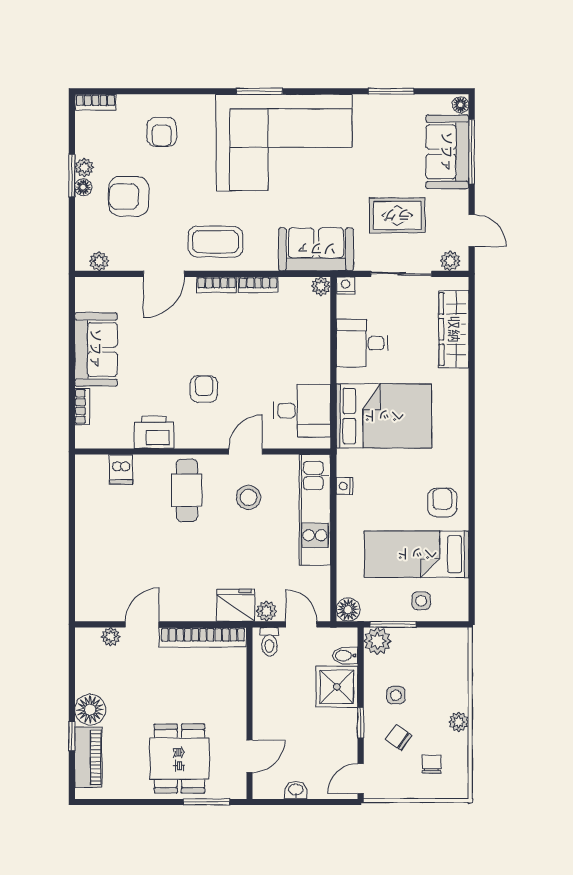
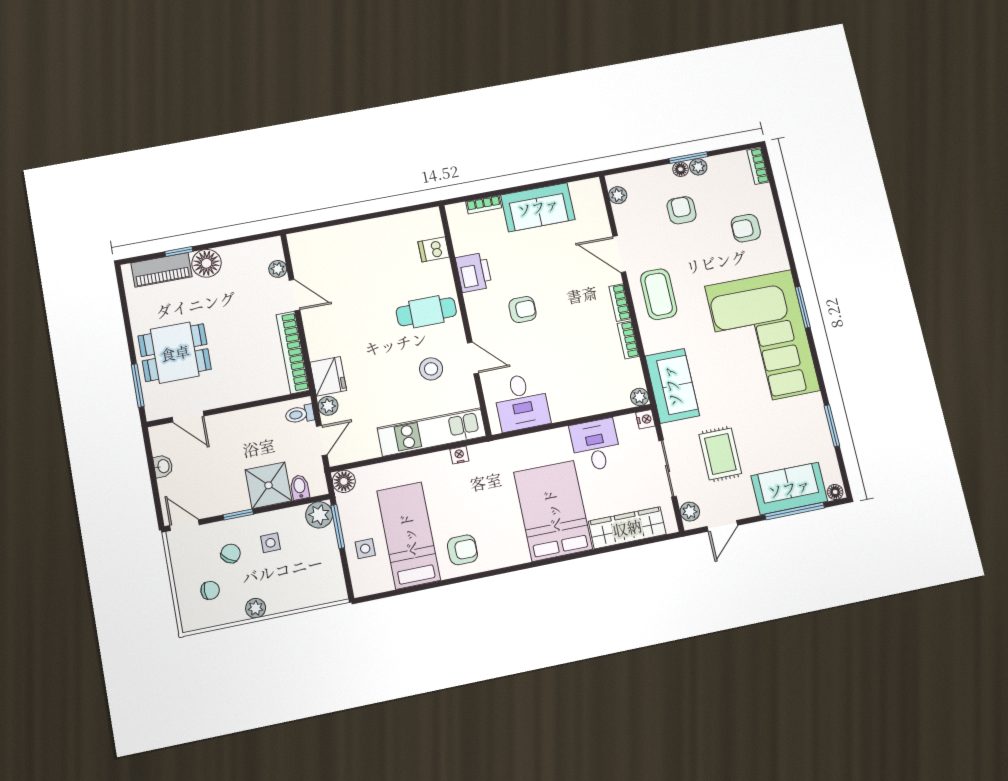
armchair: (129, 196) -> (682, 210), width x0.72, depth x0.72
bed: (384, 416) -> (553, 511), moved, turned 180

